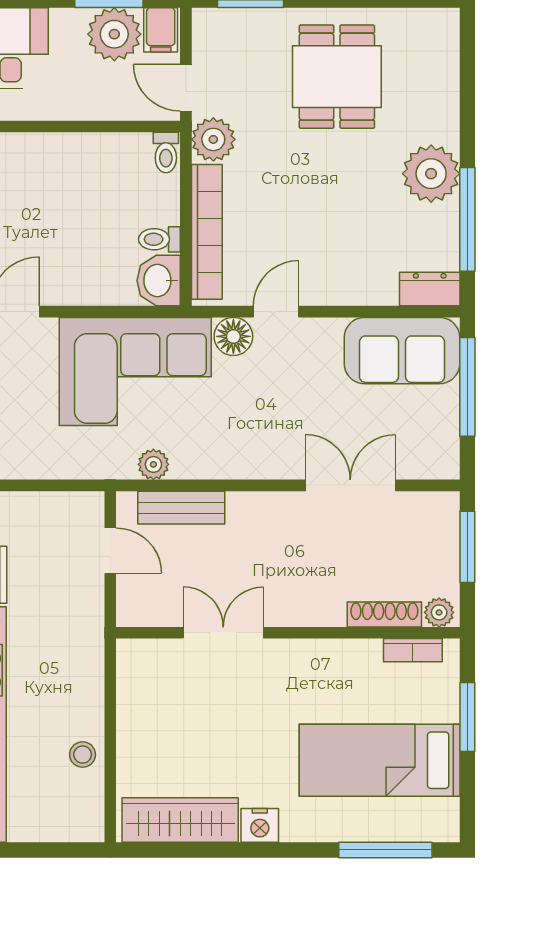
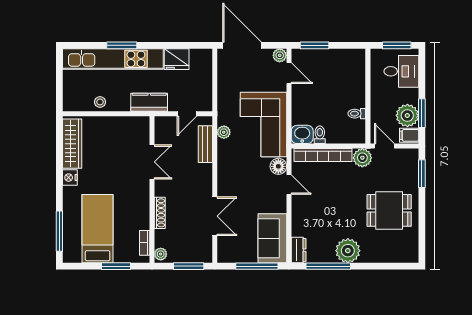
door: (186, 88) -> (384, 146), hinge flipped
toilet: (166, 152) -> (357, 114), moved
shoe rack: (384, 614) -> (160, 213), moved
kitchen counter: (83, 639) -> (149, 102), added

